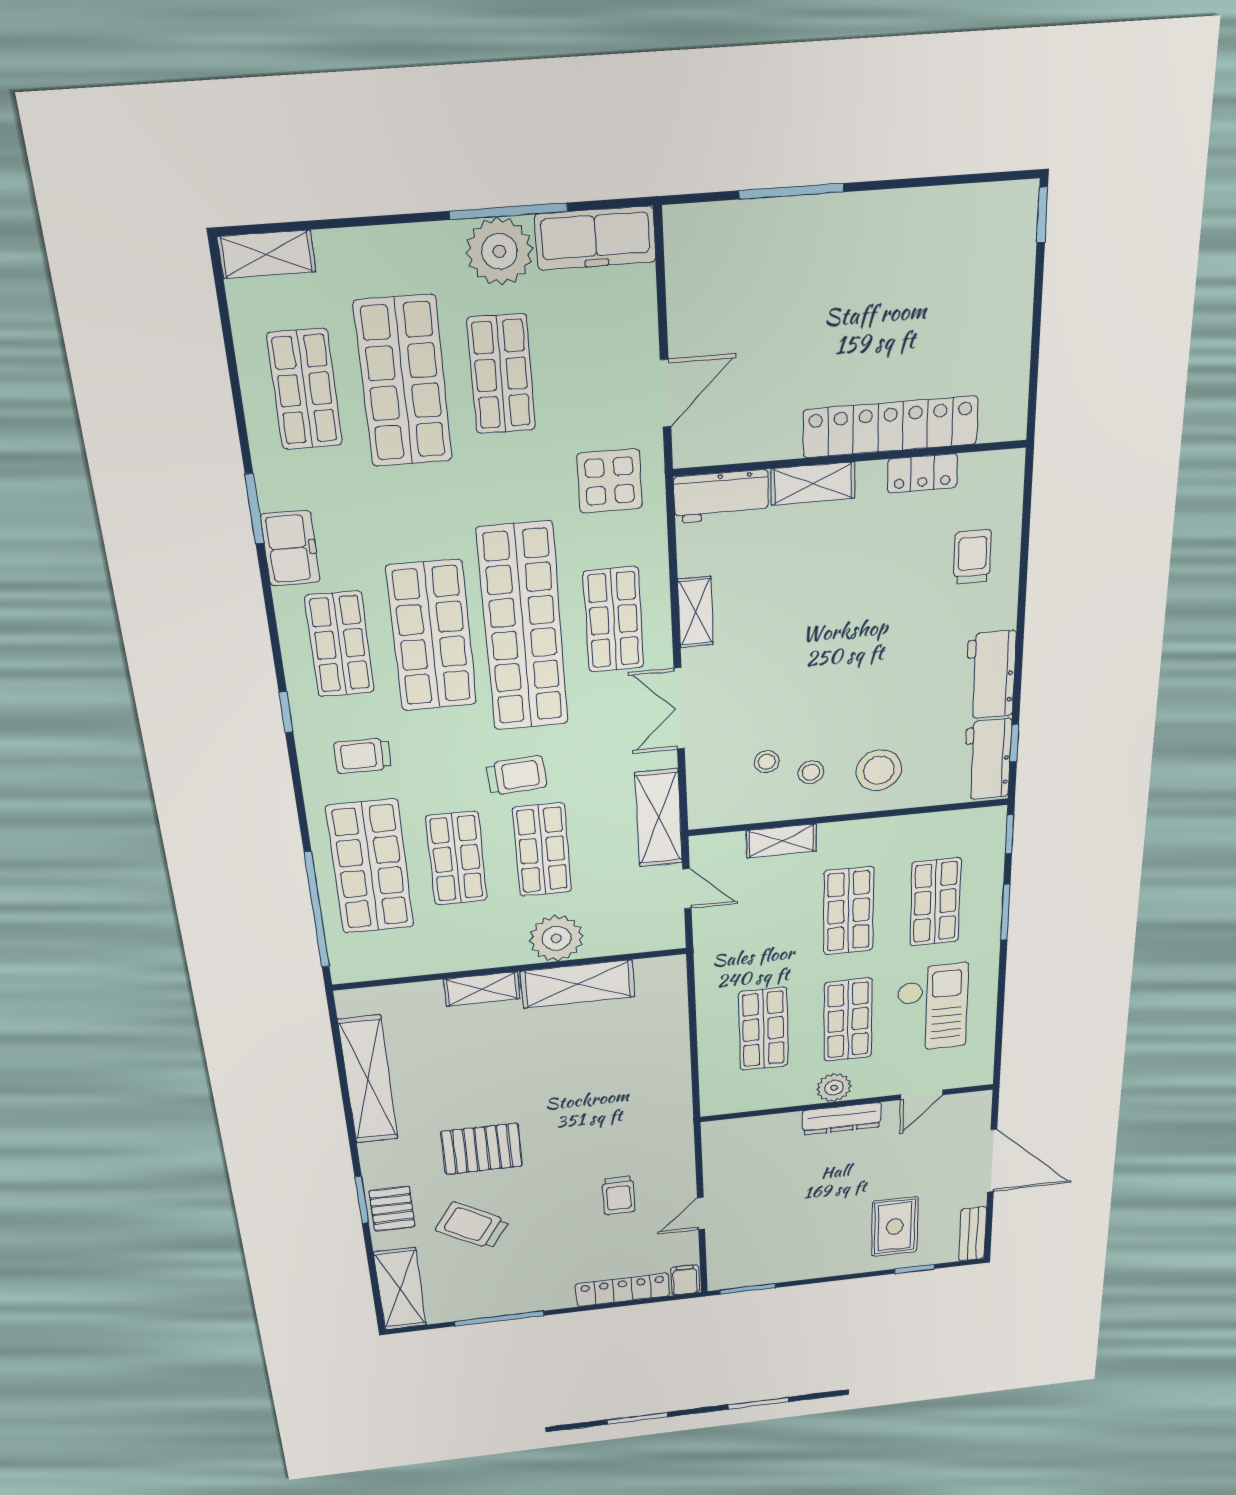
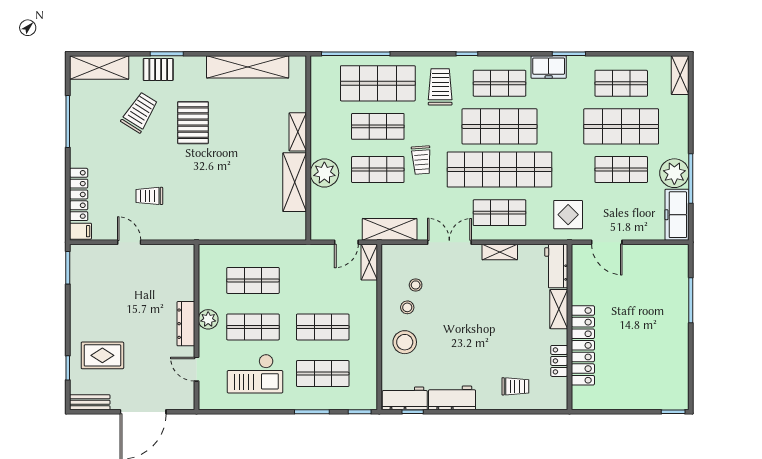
trolley: (363, 756) -> (440, 87), width x1.36, depth x1.39
shelving: (781, 841) -> (369, 262), moved

